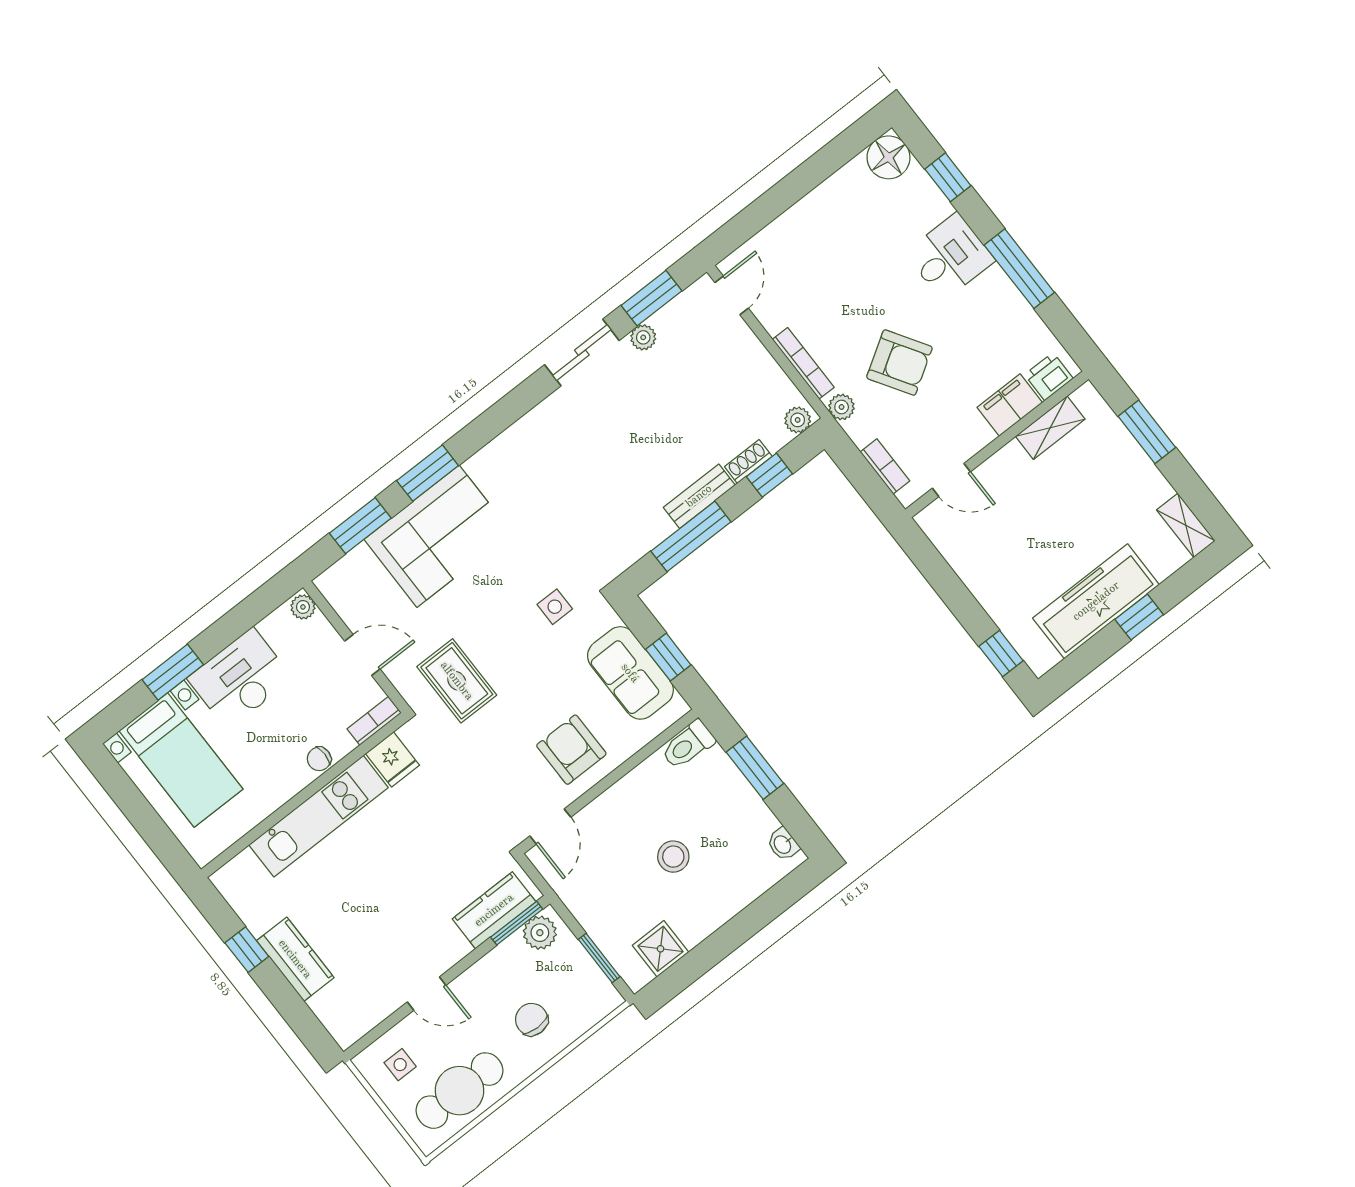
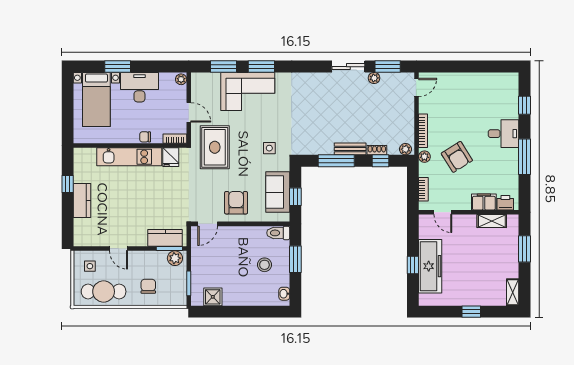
floor lamp: (889, 157) -> (509, 82), removed
freezer: (1096, 601) -> (430, 266), moved, turned 90
window: (1001, 654) -> (413, 265), moved
rug: (457, 681) -> (215, 147), width x1.36, depth x1.43
stool: (673, 857) -> (264, 265), moved

